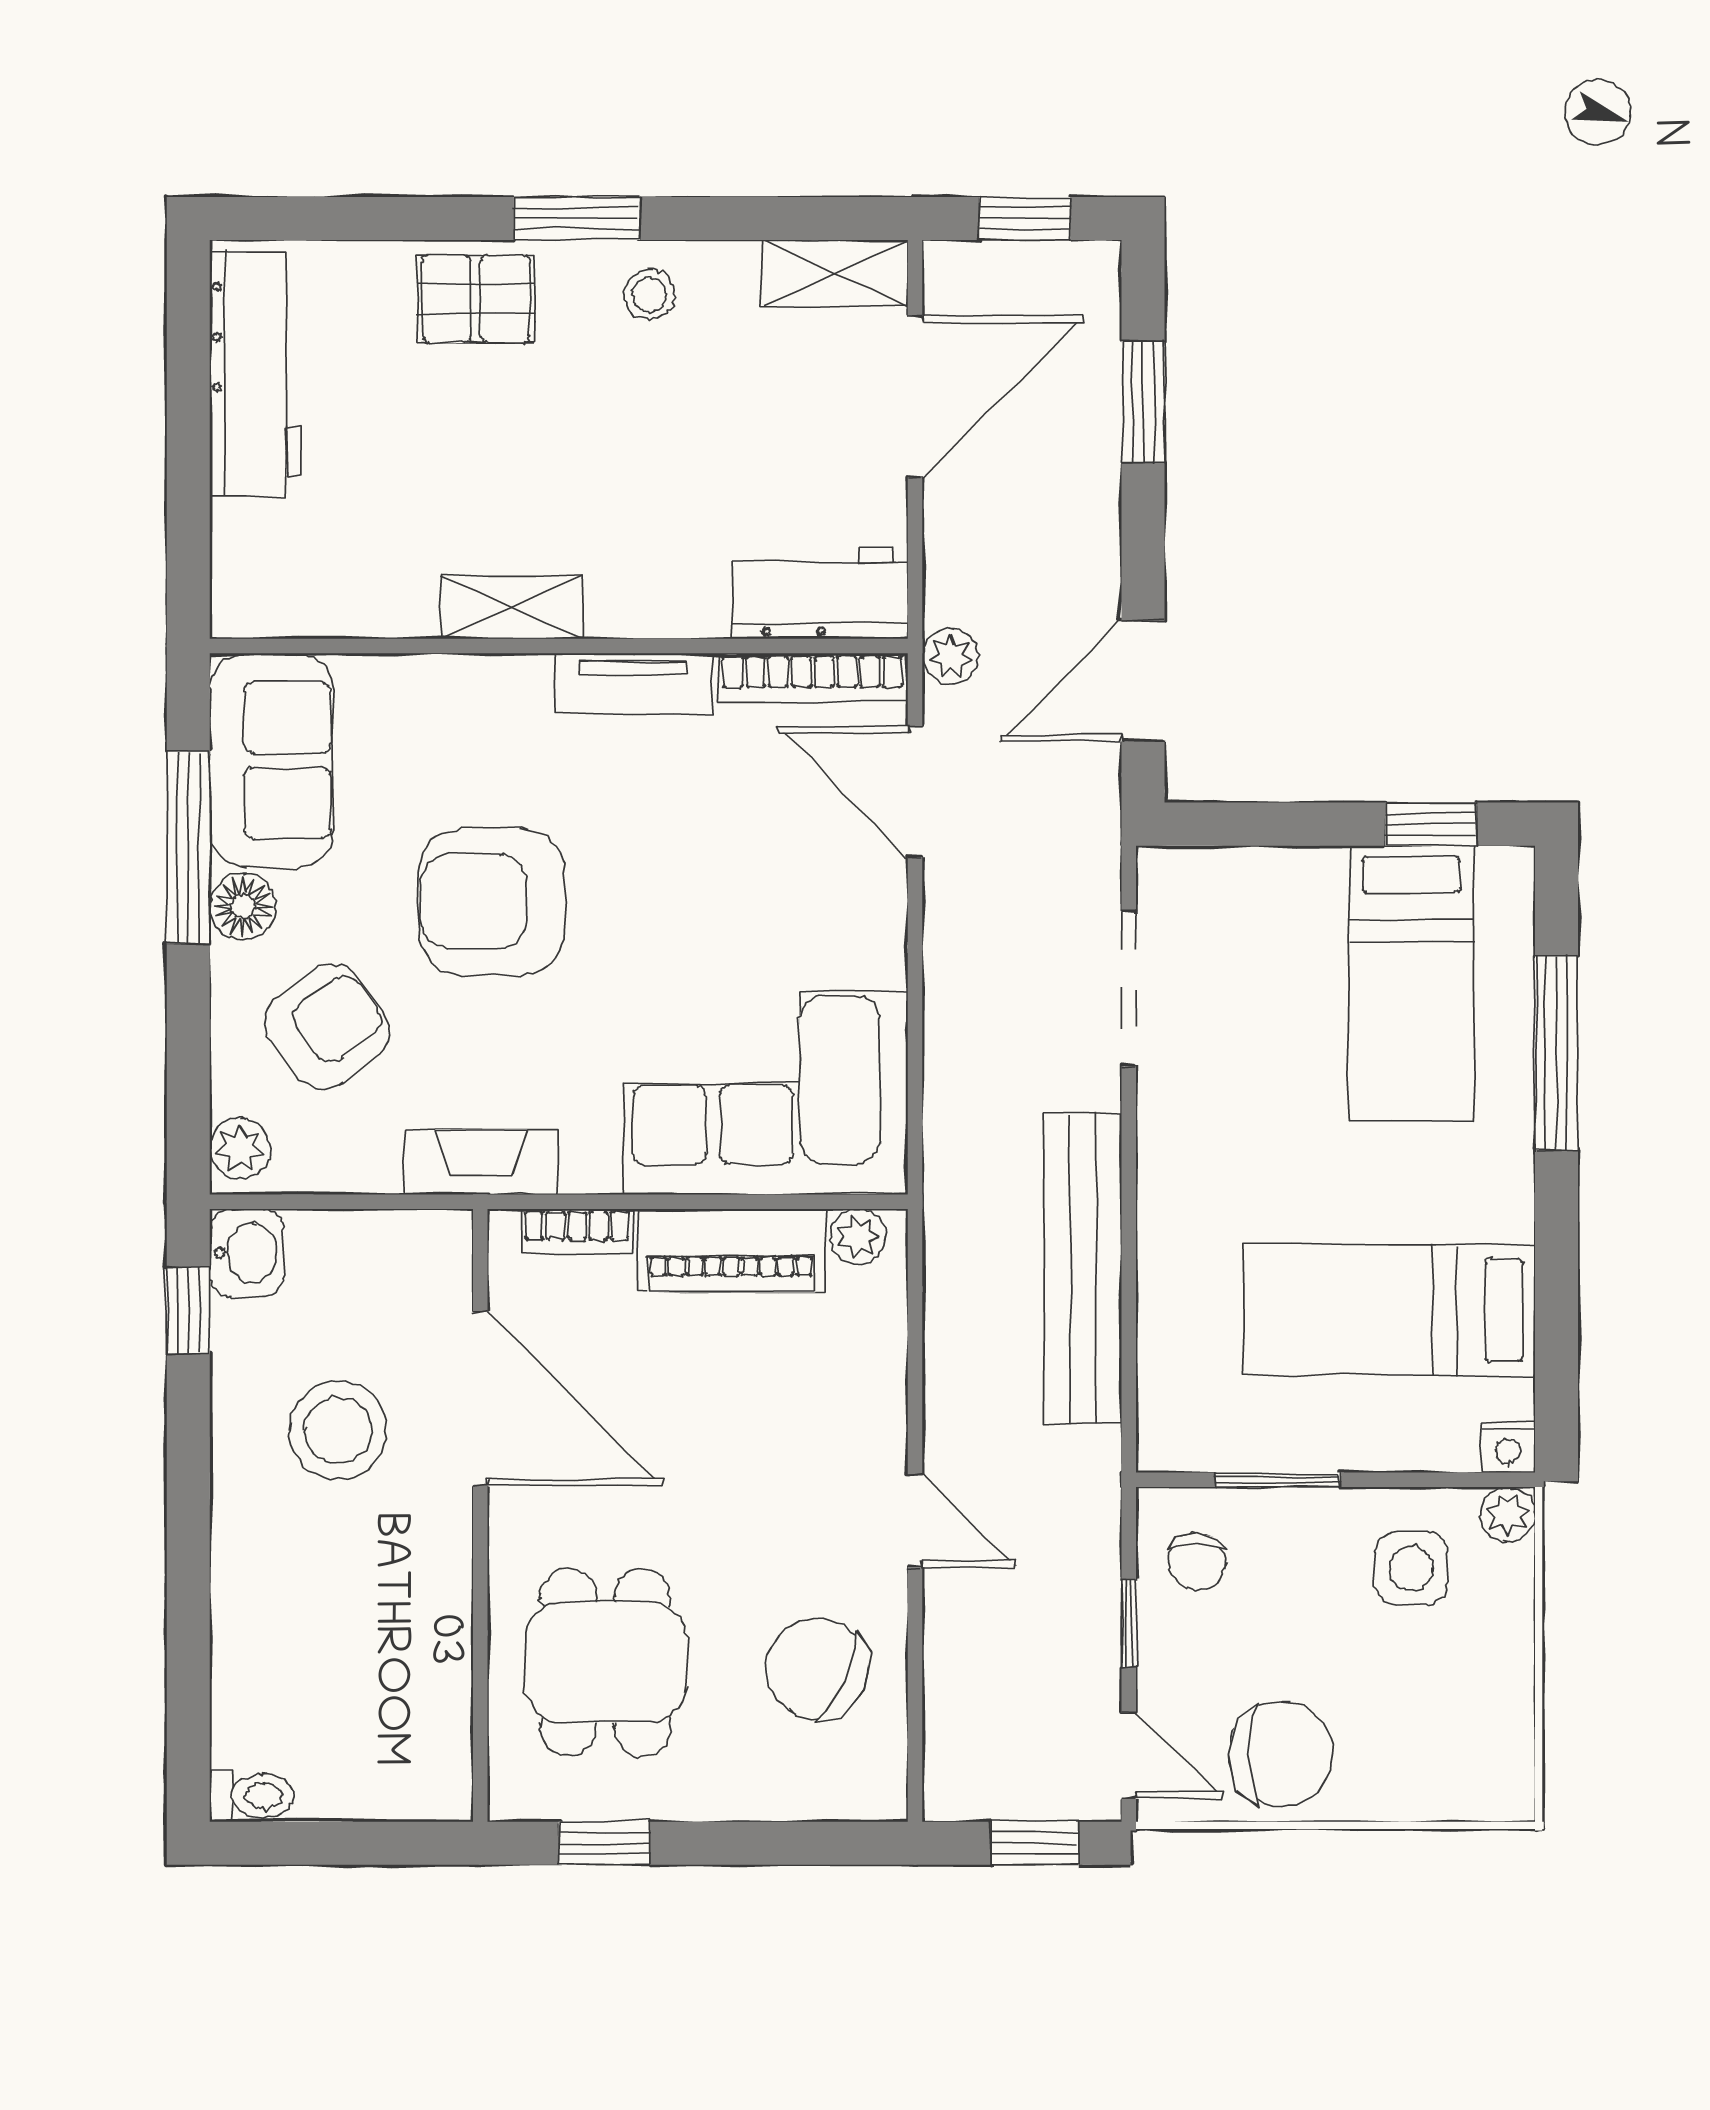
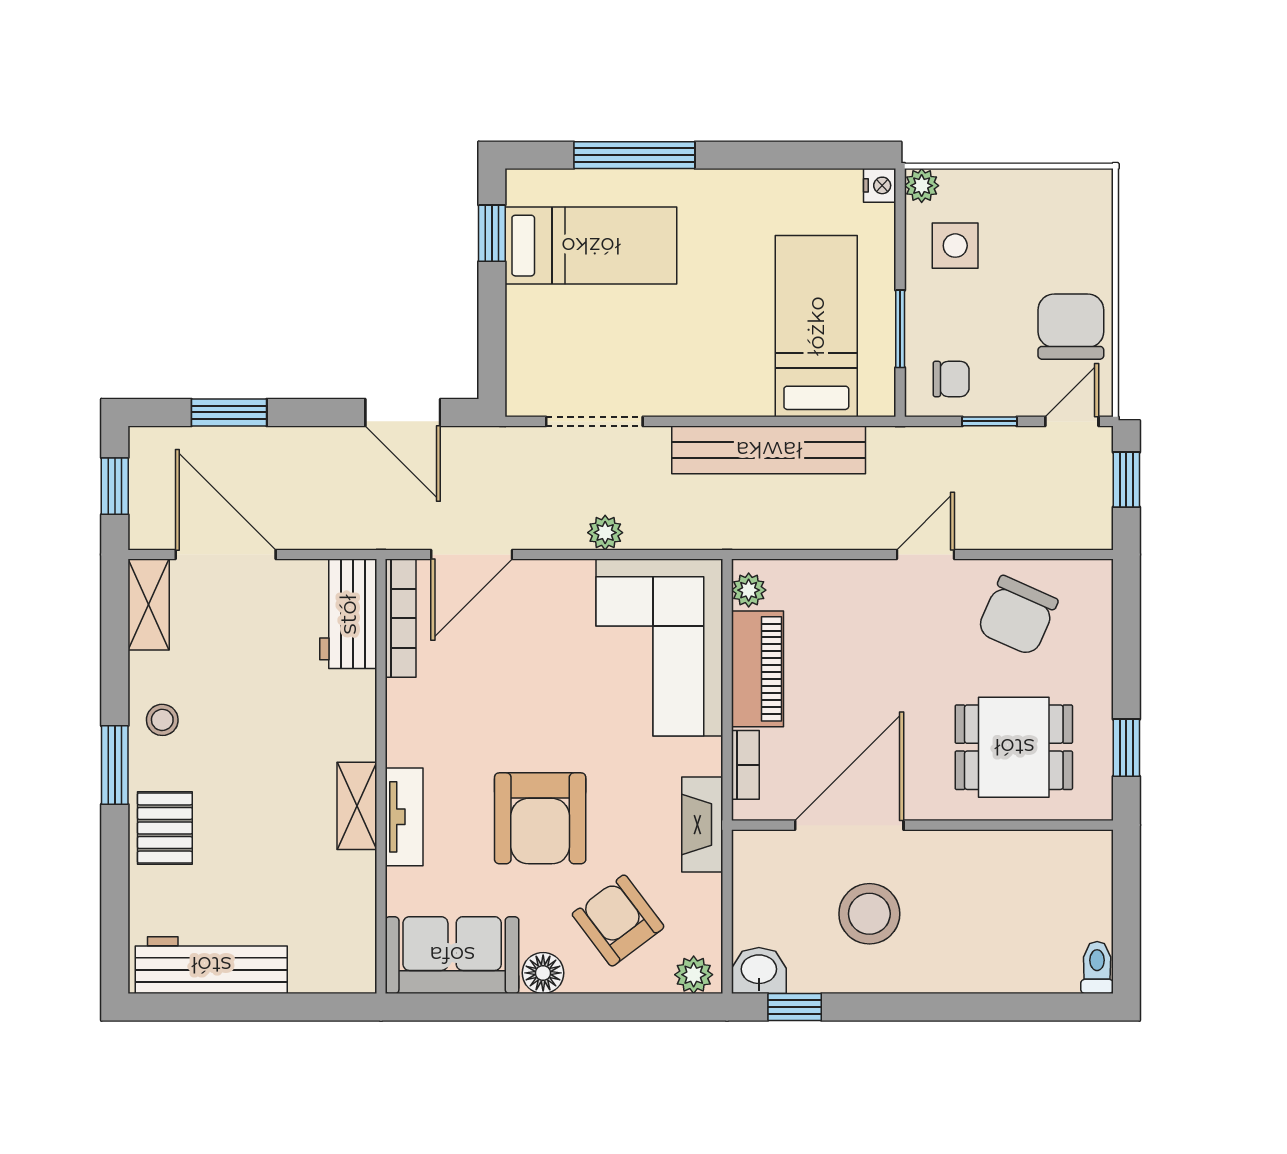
plant: (950, 656) -> (605, 533), moved
tv unit: (633, 683) -> (404, 817), moved
window: (188, 847) -> (506, 1007), removed
bed: (1389, 1310) -> (816, 326), moved, turned 180

